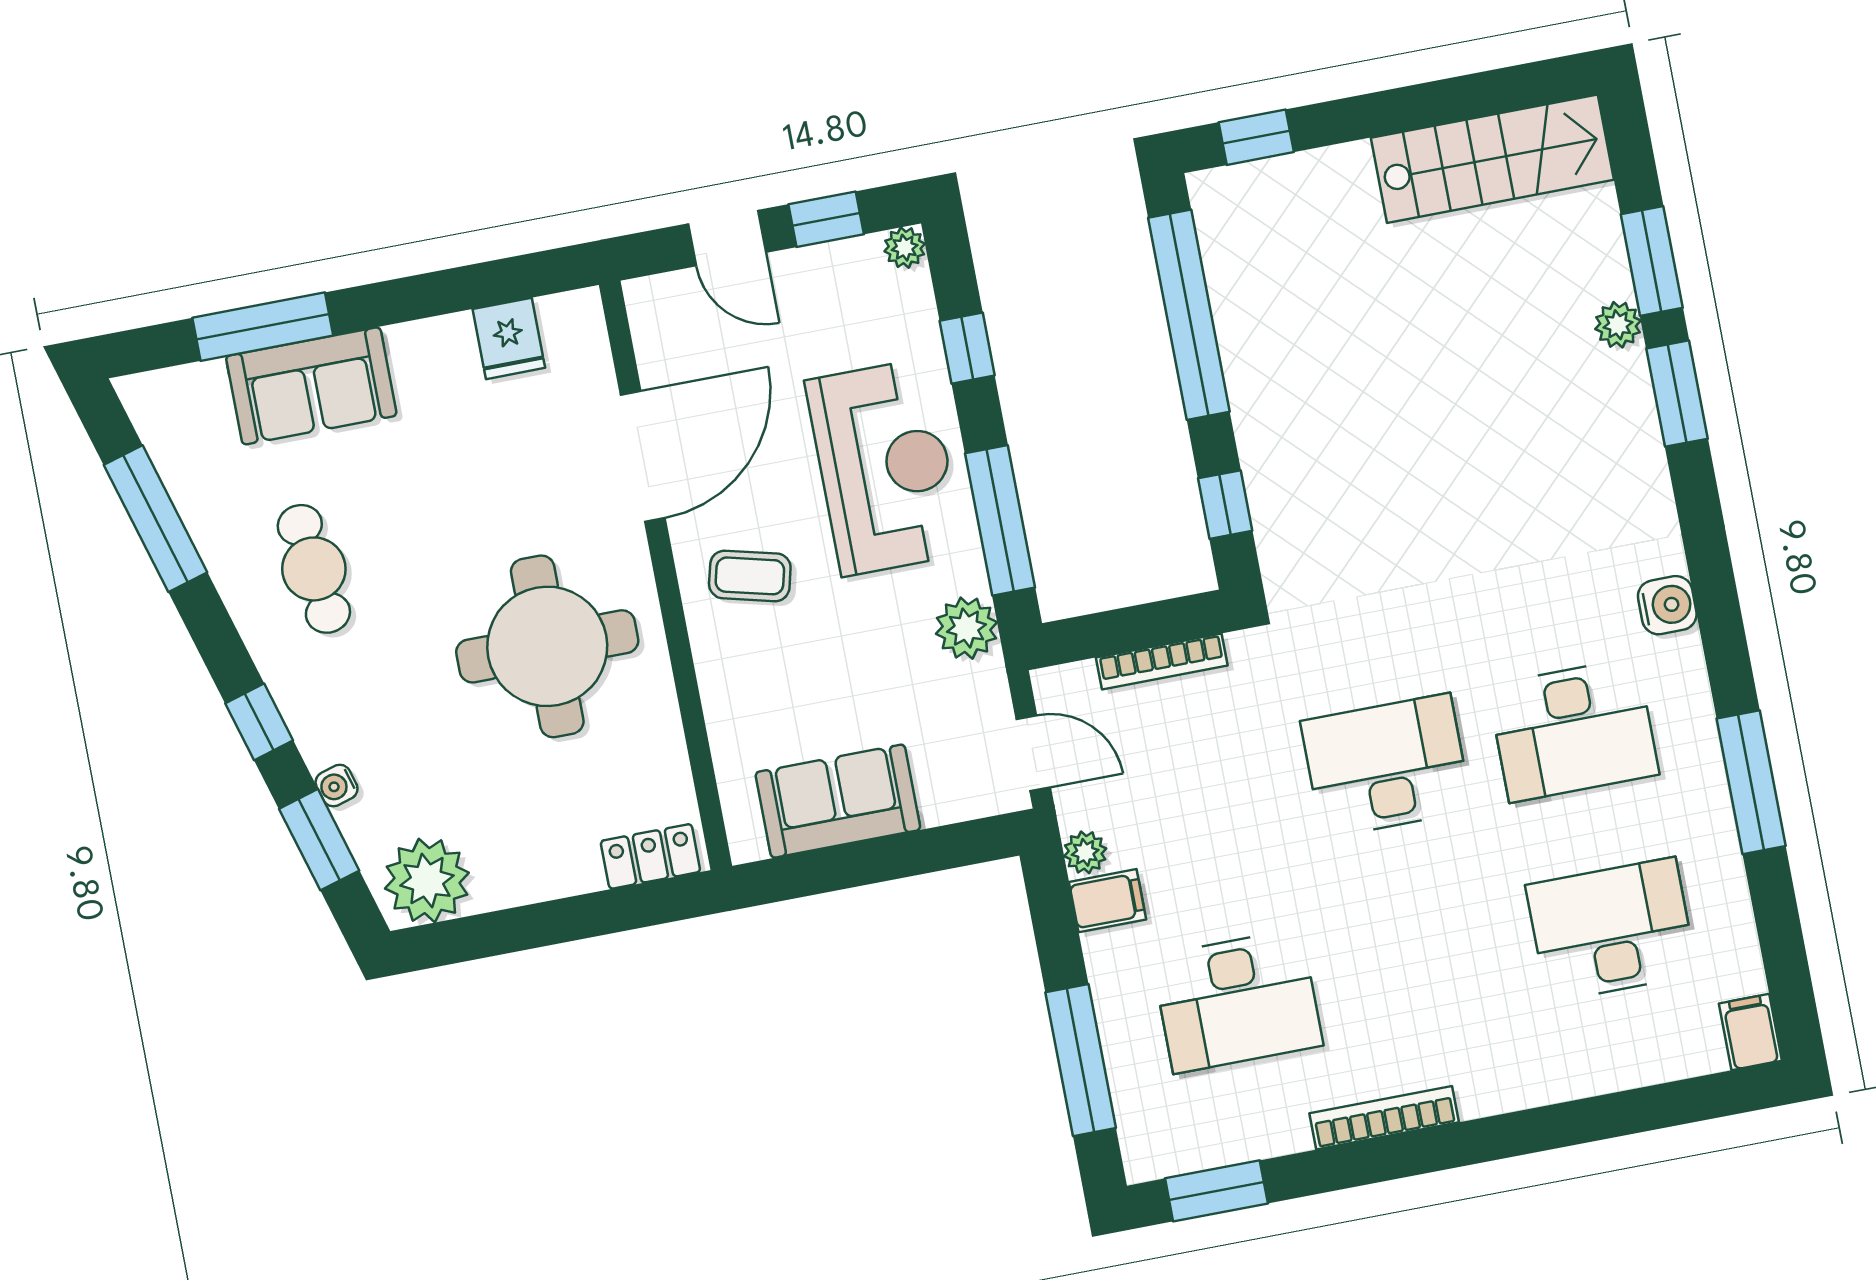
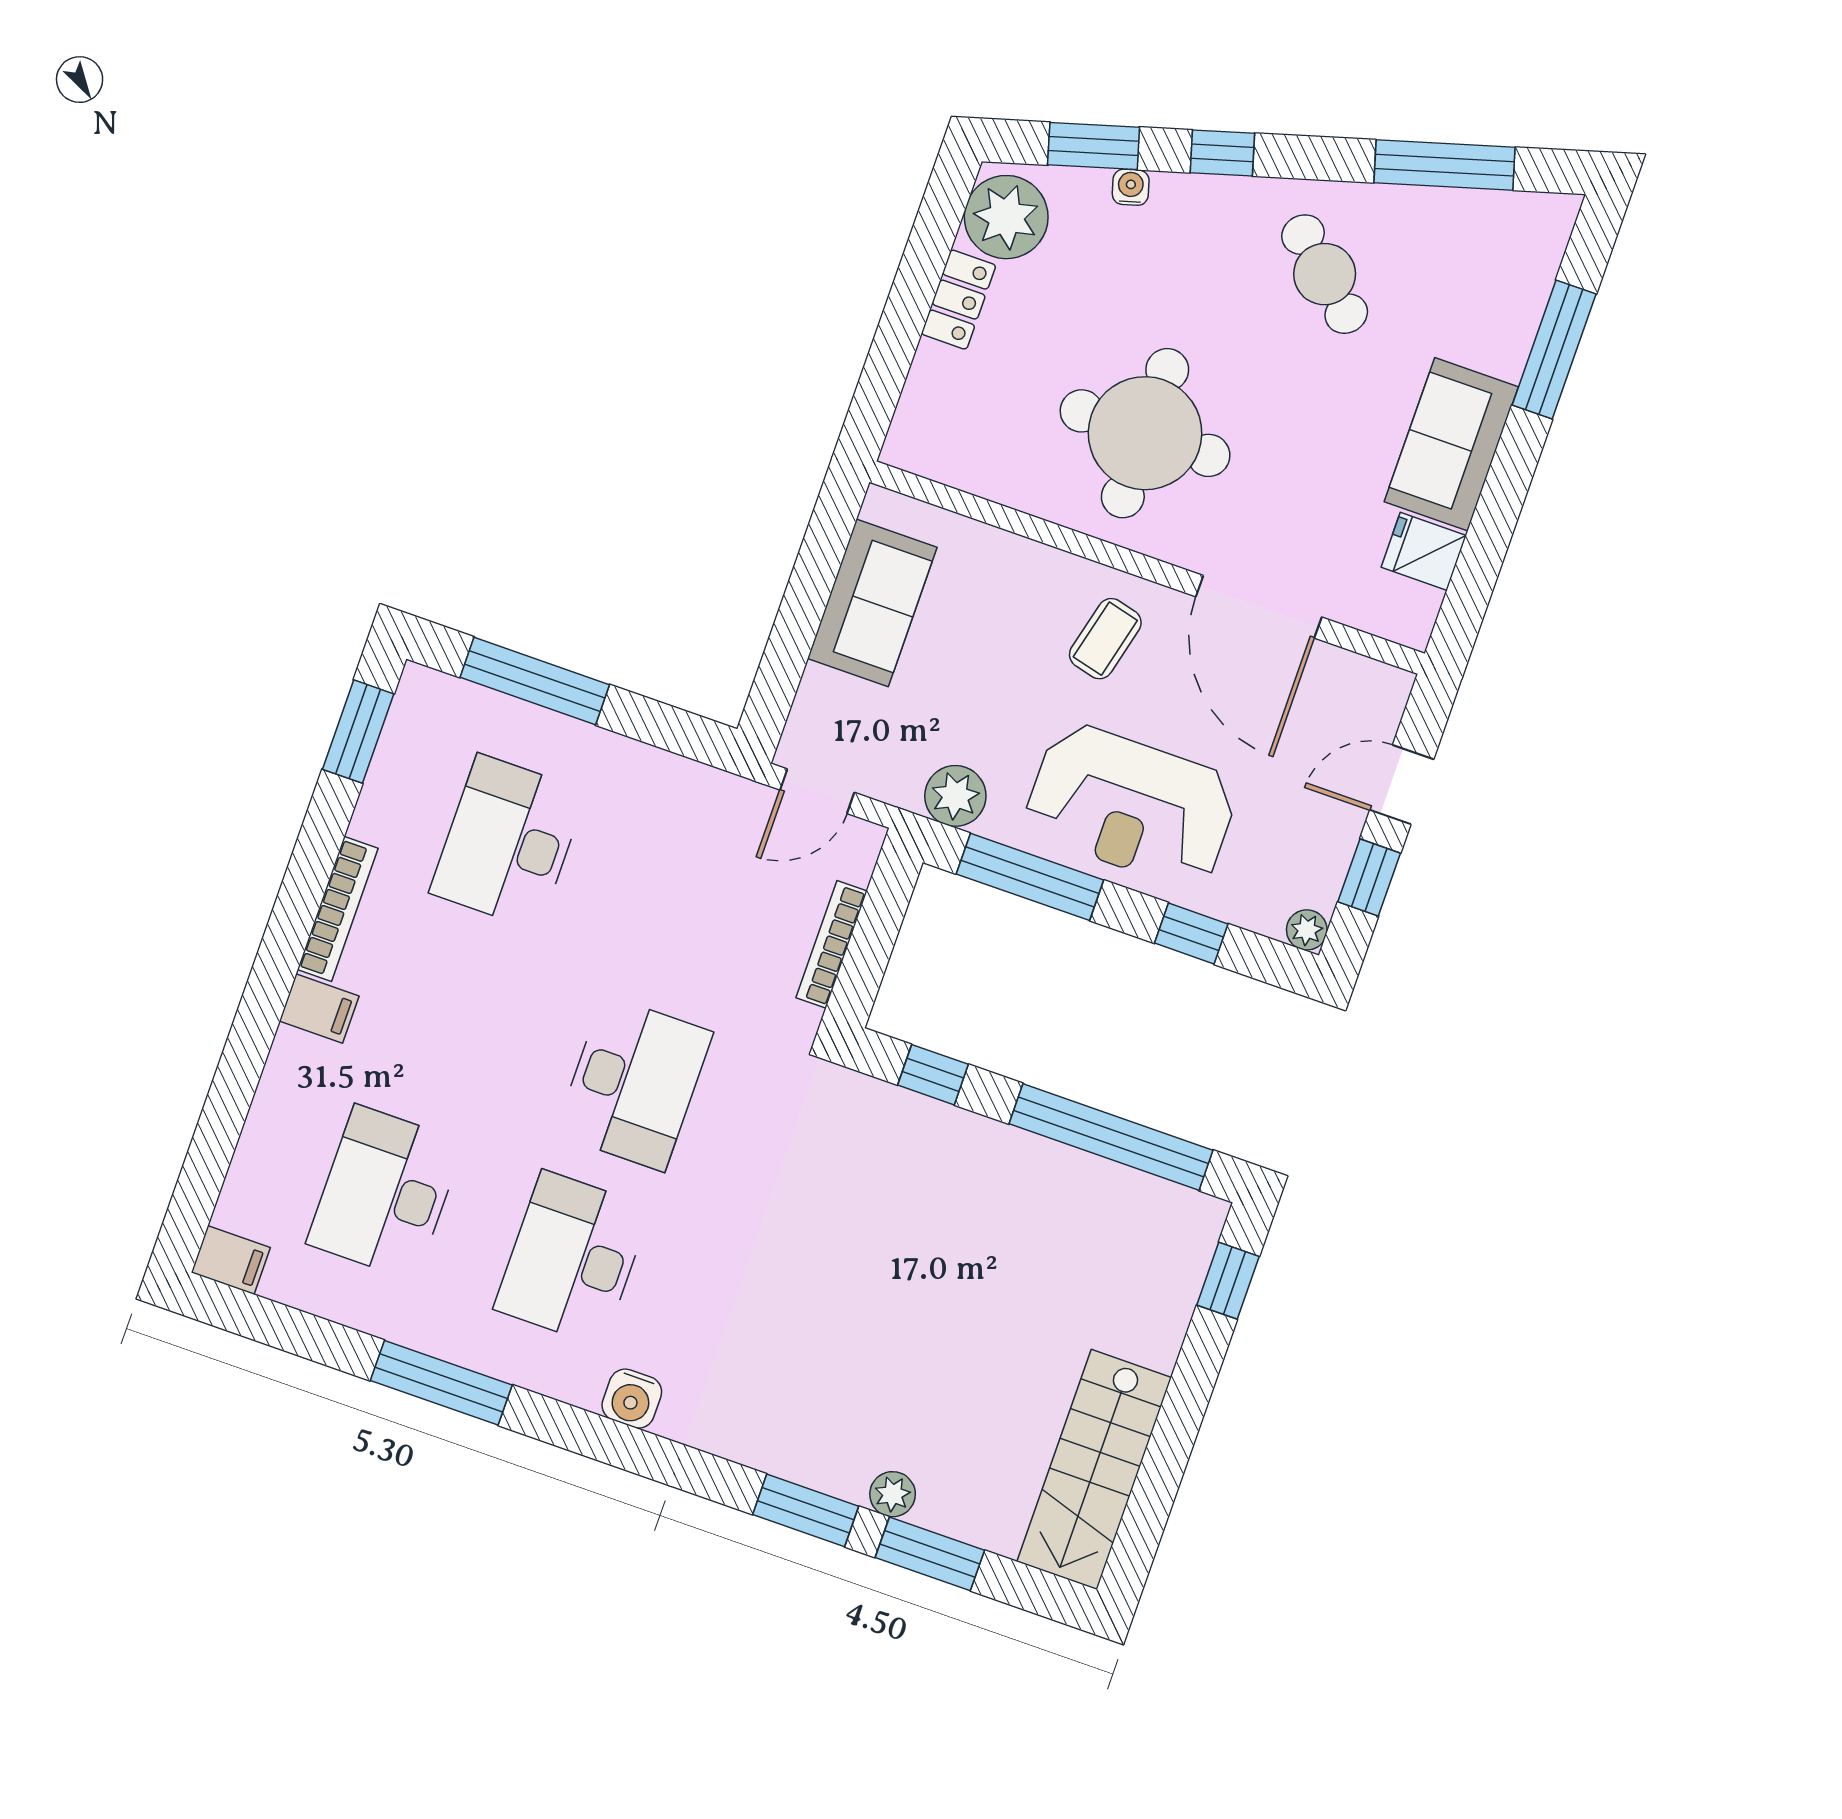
sofa: (311, 386) -> (1451, 444), moved
cafe table: (314, 569) -> (1325, 274), turned 49
plant: (1085, 852) -> (708, 786), removed
locker: (650, 856) -> (959, 300), moved
filing cabinet: (1108, 901) -> (319, 1009), moved, turned -90
desk: (1611, 930) -> (385, 1193), turned 180

